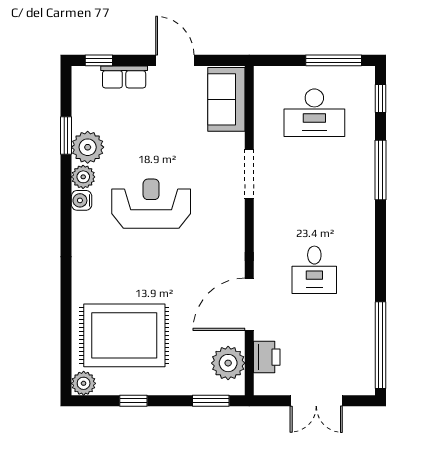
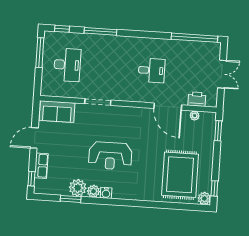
reception desk: (151, 204) -> (110, 156), turned -90
plant: (228, 363) -> (195, 116), width x0.53, depth x0.53
window: (133, 401) -> (214, 188), moved

